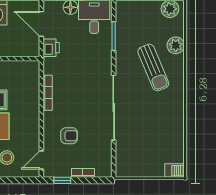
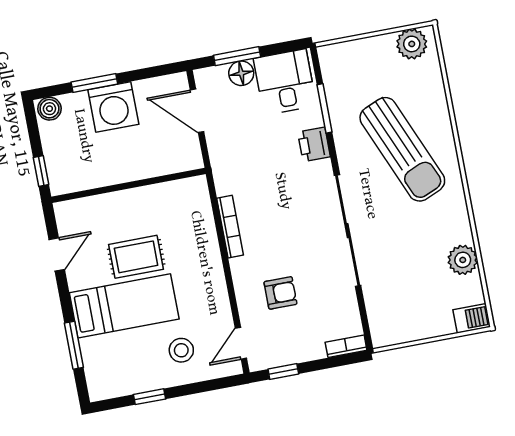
plant: (176, 45) -> (463, 260), moved
printer: (51, 48) -> (314, 144), moved, turned 180
sun lounger: (153, 67) -> (402, 149), width x1.36, depth x1.34
bookcase: (83, 173) -> (346, 346), moved

